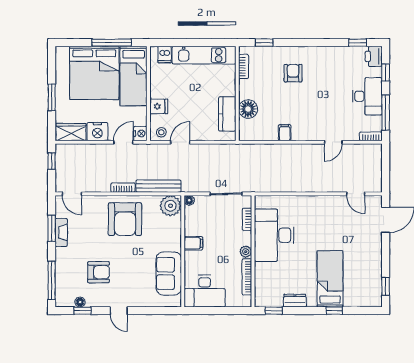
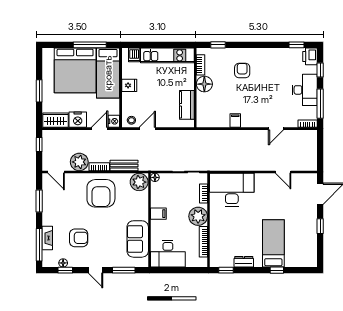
fridge: (159, 106) -> (129, 85), moved
floor lamp: (248, 109) -> (204, 84), moved
plant: (99, 182) -> (79, 162), added
bench: (158, 186) -> (124, 166), width x0.73
door: (356, 194) -> (283, 172), moved
fireplace: (61, 232) -> (47, 238), moved
desk: (274, 235) -> (232, 190), moved, turned 90
plant: (246, 252) -> (198, 216), width x1.87, depth x1.87
window: (386, 286) -> (320, 226), moved
window: (152, 311) -> (124, 270), added

